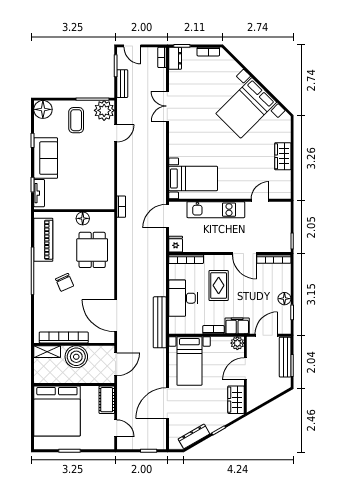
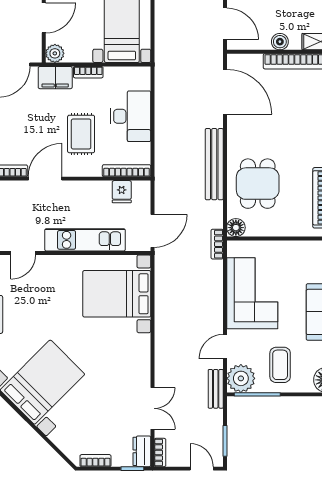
bench: (122, 84) -> (216, 389), moved
double door: (167, 106) -> (152, 408), moved
corner sofa: (96, 171) -> (252, 293), added
bed with nightstands: (193, 178) -> (117, 294), width x1.36
floor lamp: (83, 218) -> (236, 228), moved
fridge: (176, 244) -> (122, 192), moved
door: (244, 253) -> (45, 179), hinge flipped
chair: (65, 282) -> (296, 138), removed
bench: (160, 322) -> (214, 164), moved
boiler: (76, 357) -> (280, 42), width x0.54, depth x0.54
door: (116, 364) -> (225, 24), swing flipped

